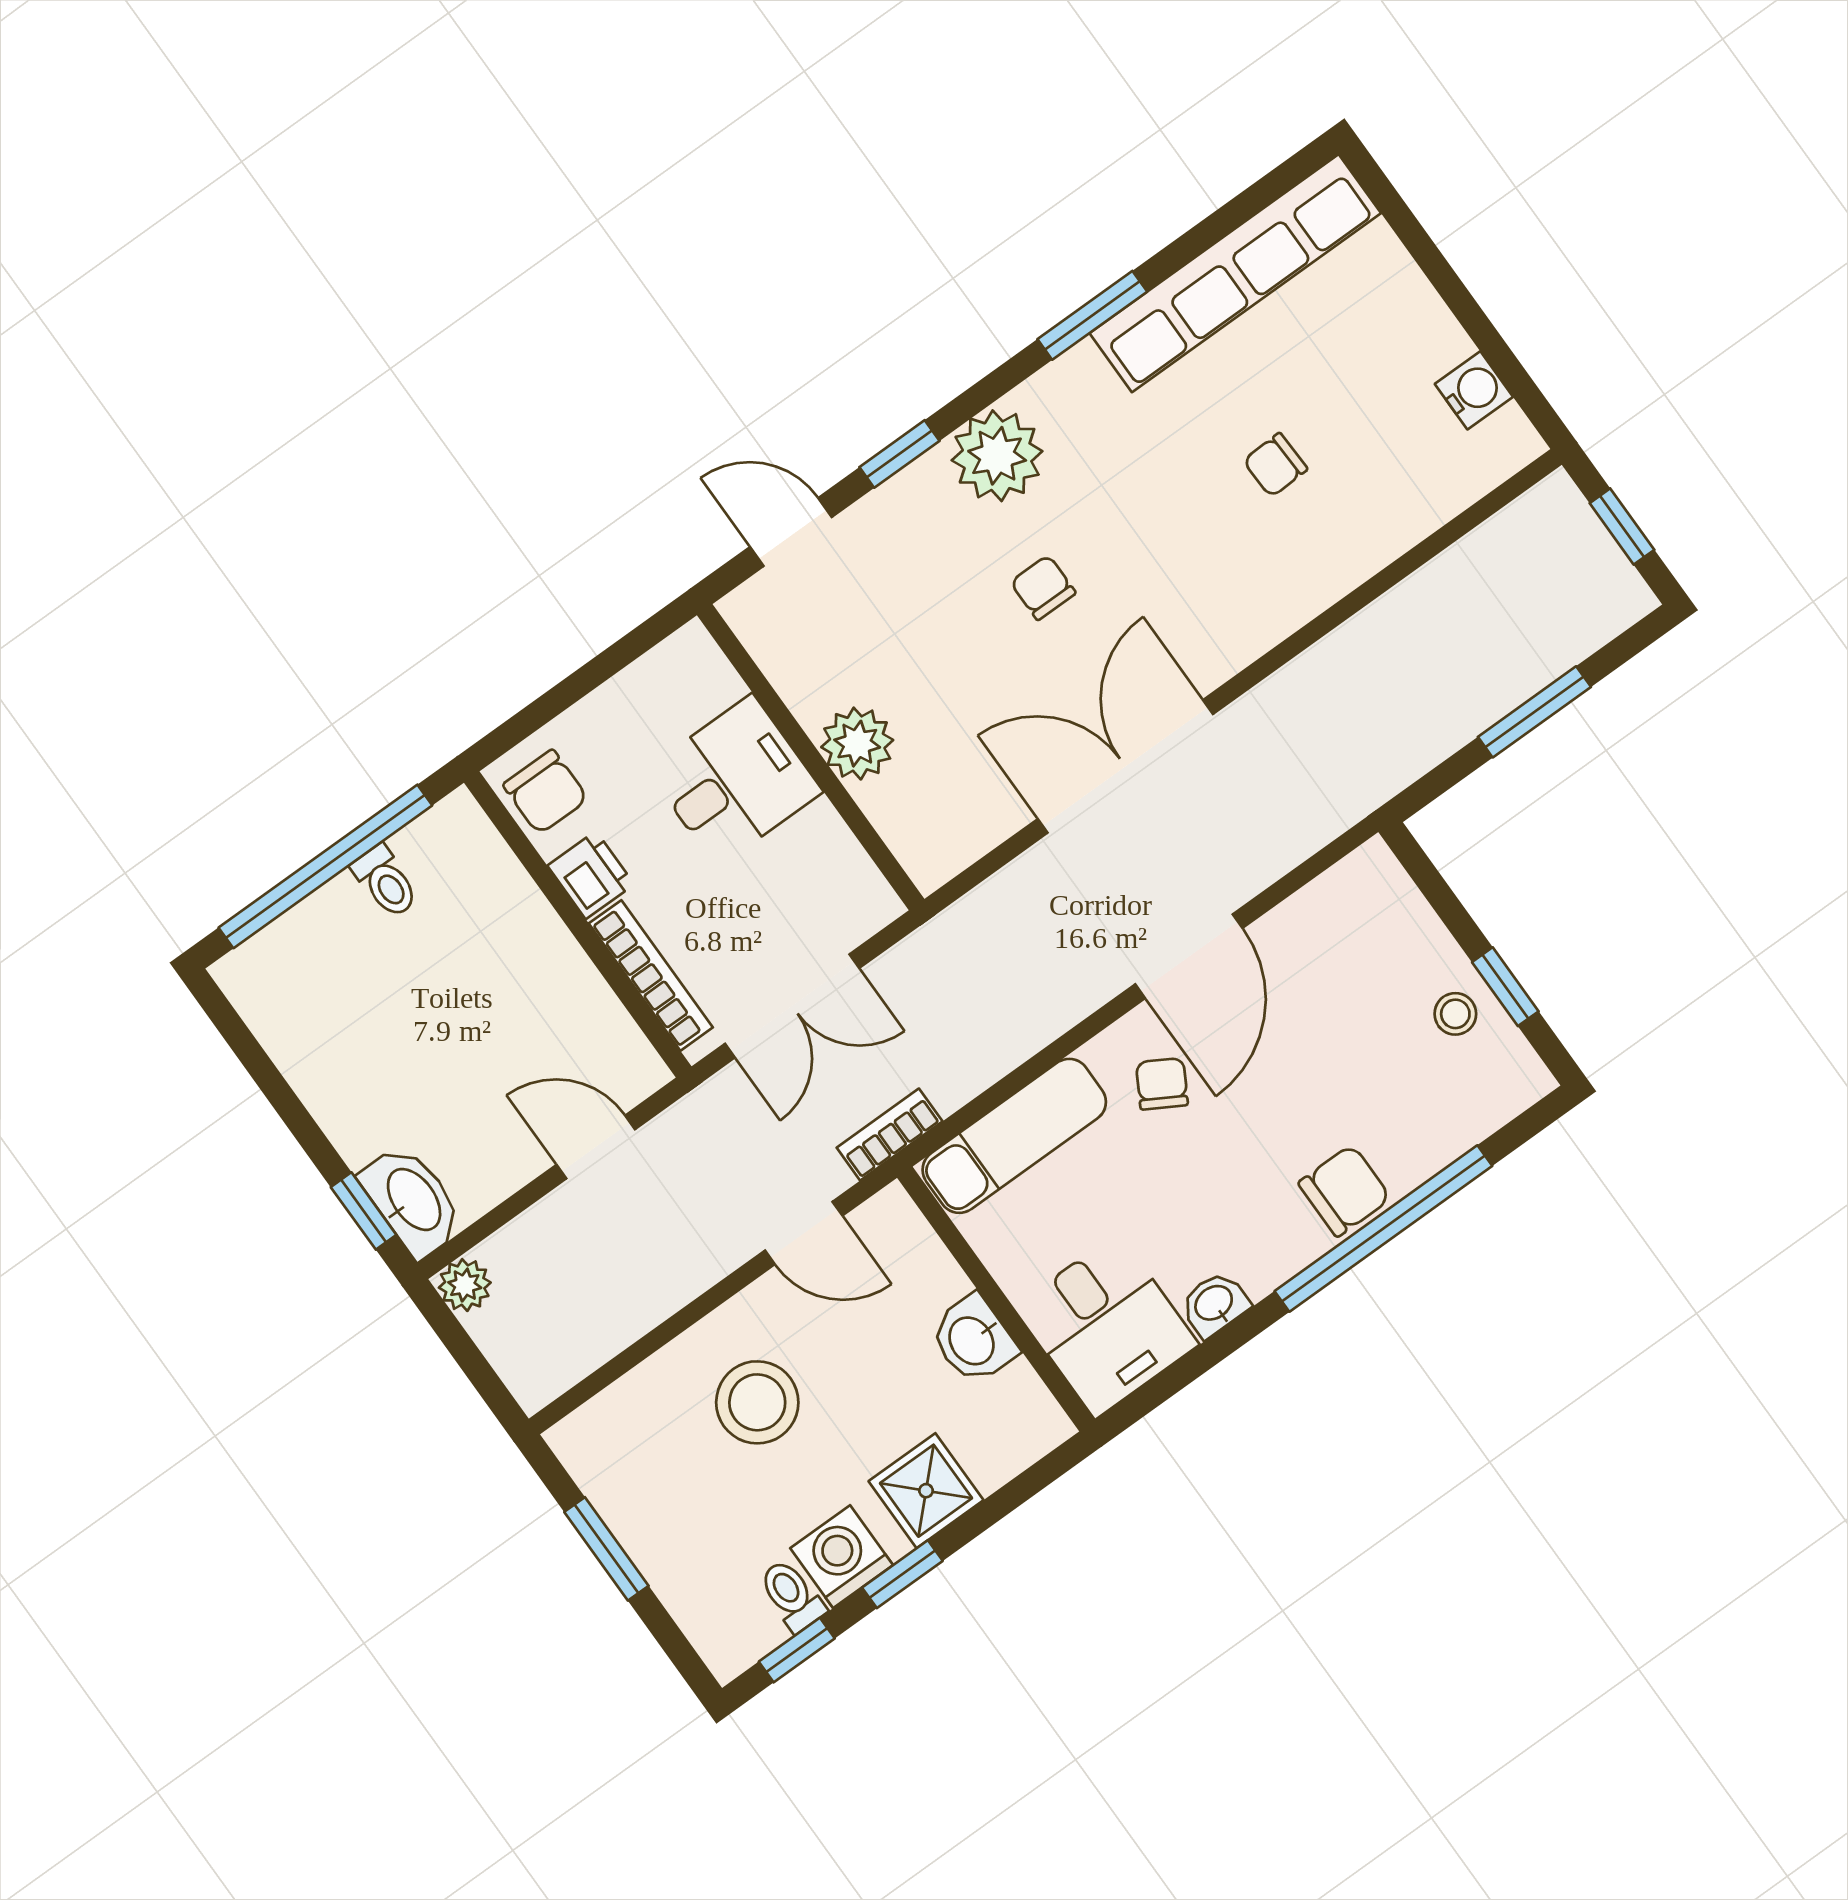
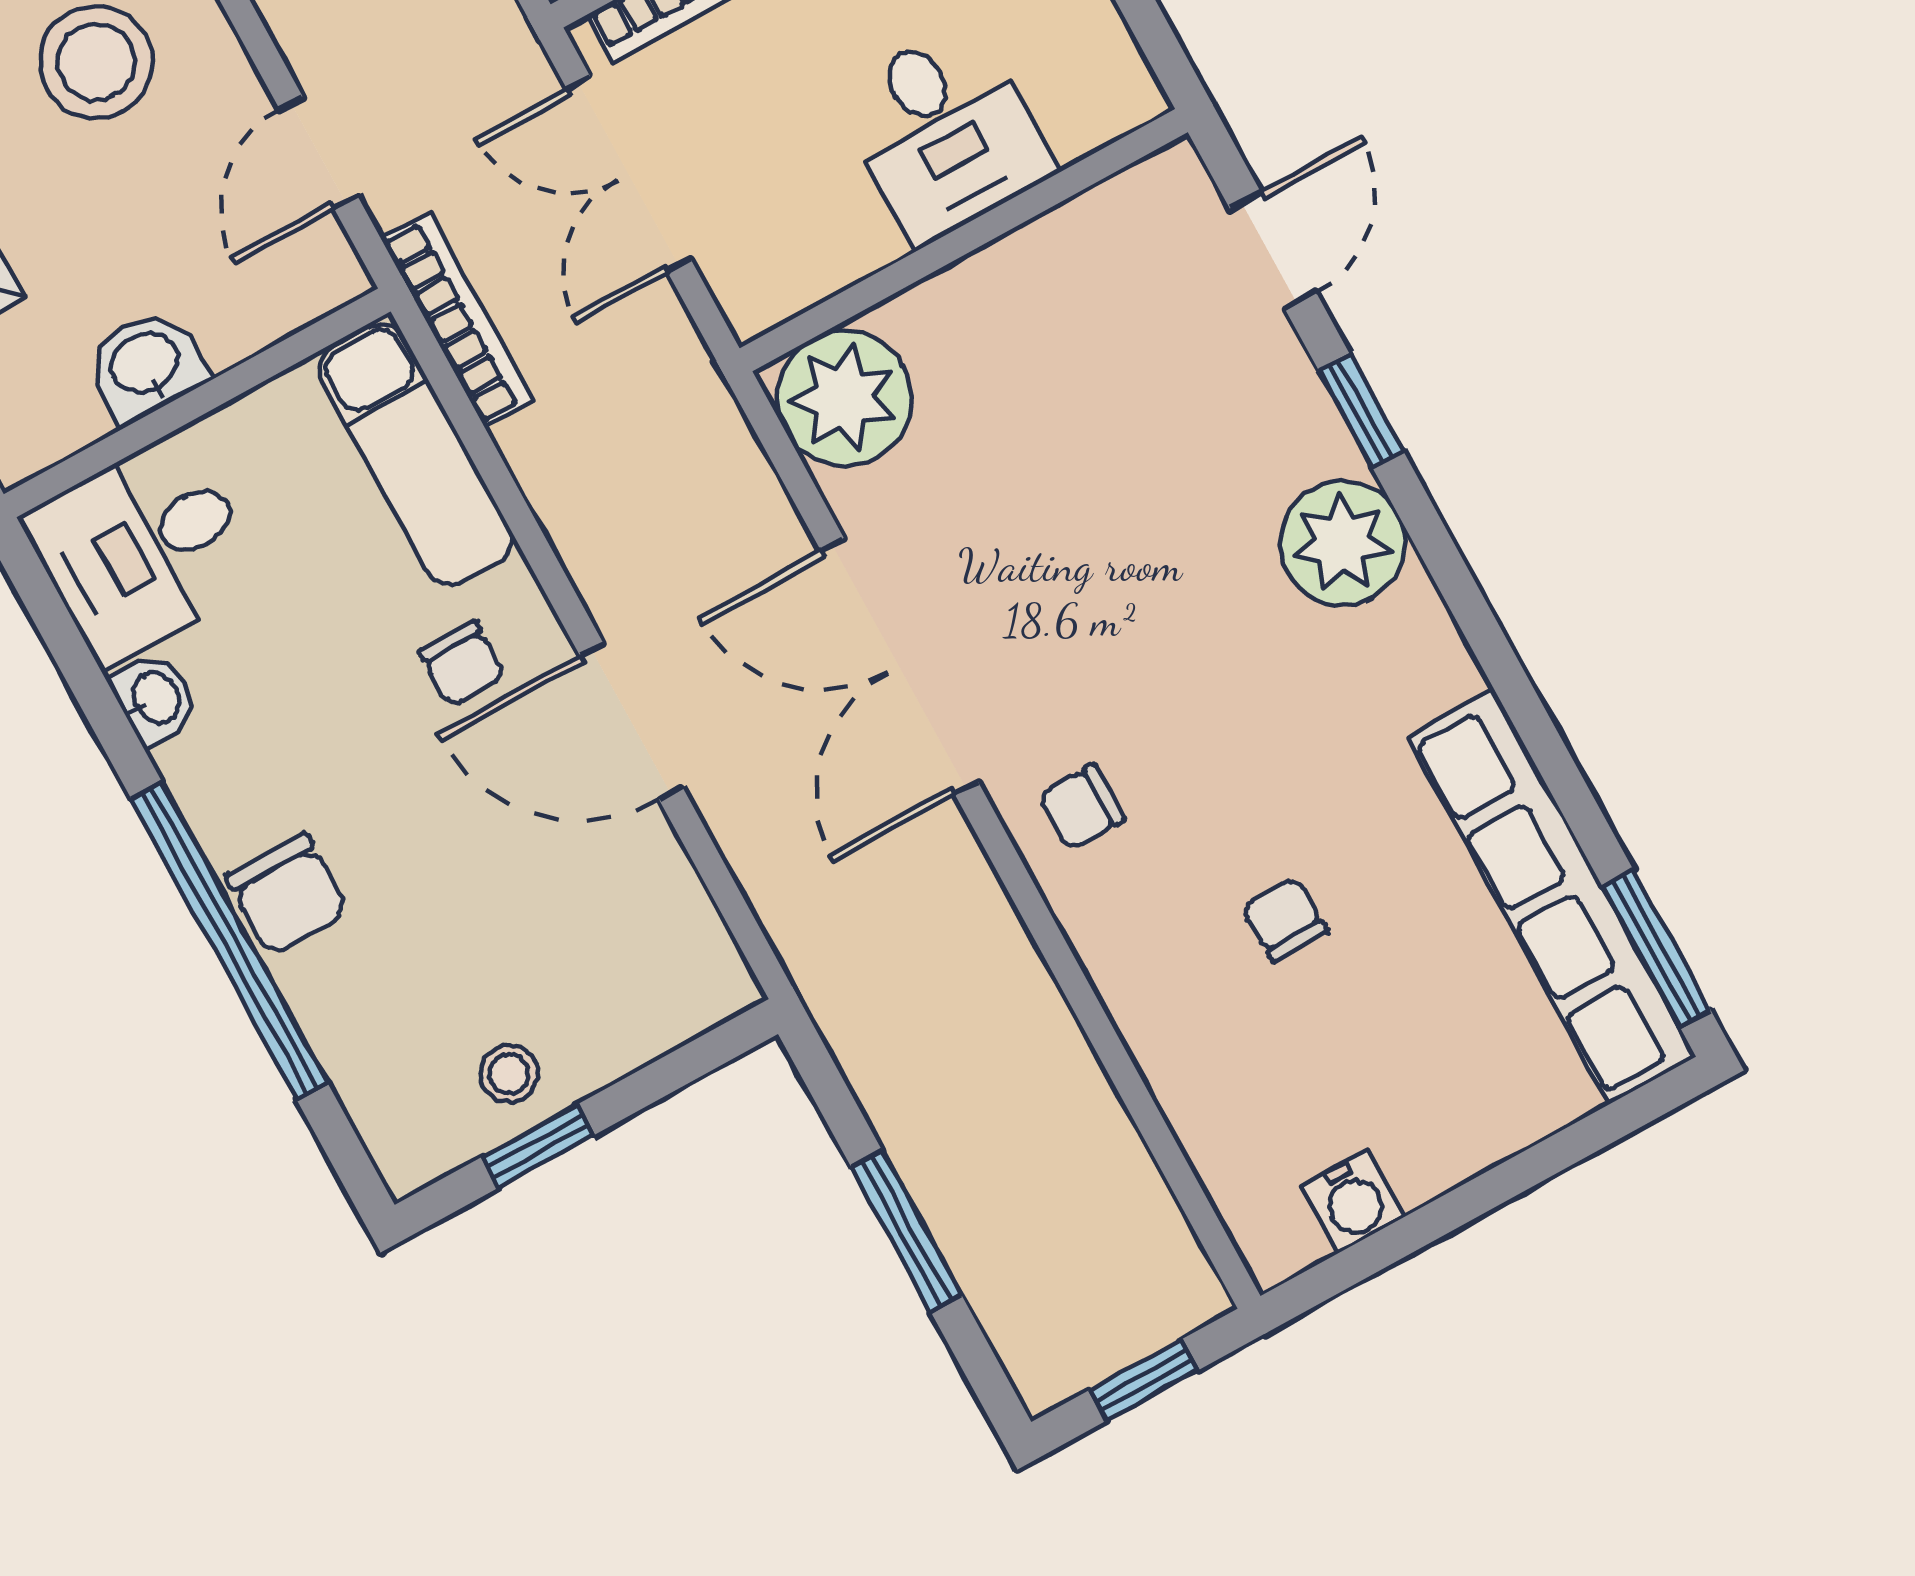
window: (1092, 315) -> (1656, 948), moved
chair: (1043, 587) -> (1082, 807), moved, turned 180
plant: (857, 744) -> (844, 398), moved, width x1.36, depth x1.36
double door: (1125, 766) -> (899, 666), swing flipped
chair: (1162, 1084) -> (462, 664), turned 60
bookcase: (890, 1135) -> (457, 320), width x1.56

